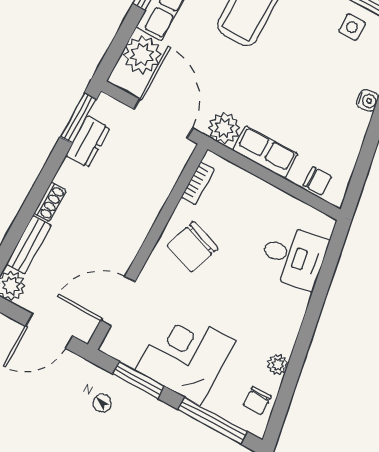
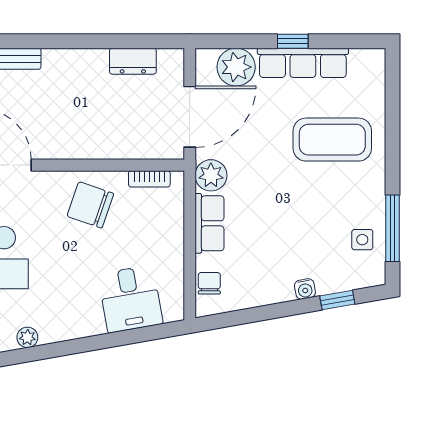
window: (78, 118) -> (149, 41), removed
chair: (317, 181) -> (209, 283), turned 180
shoe rack: (50, 202) -> (61, 57), removed

